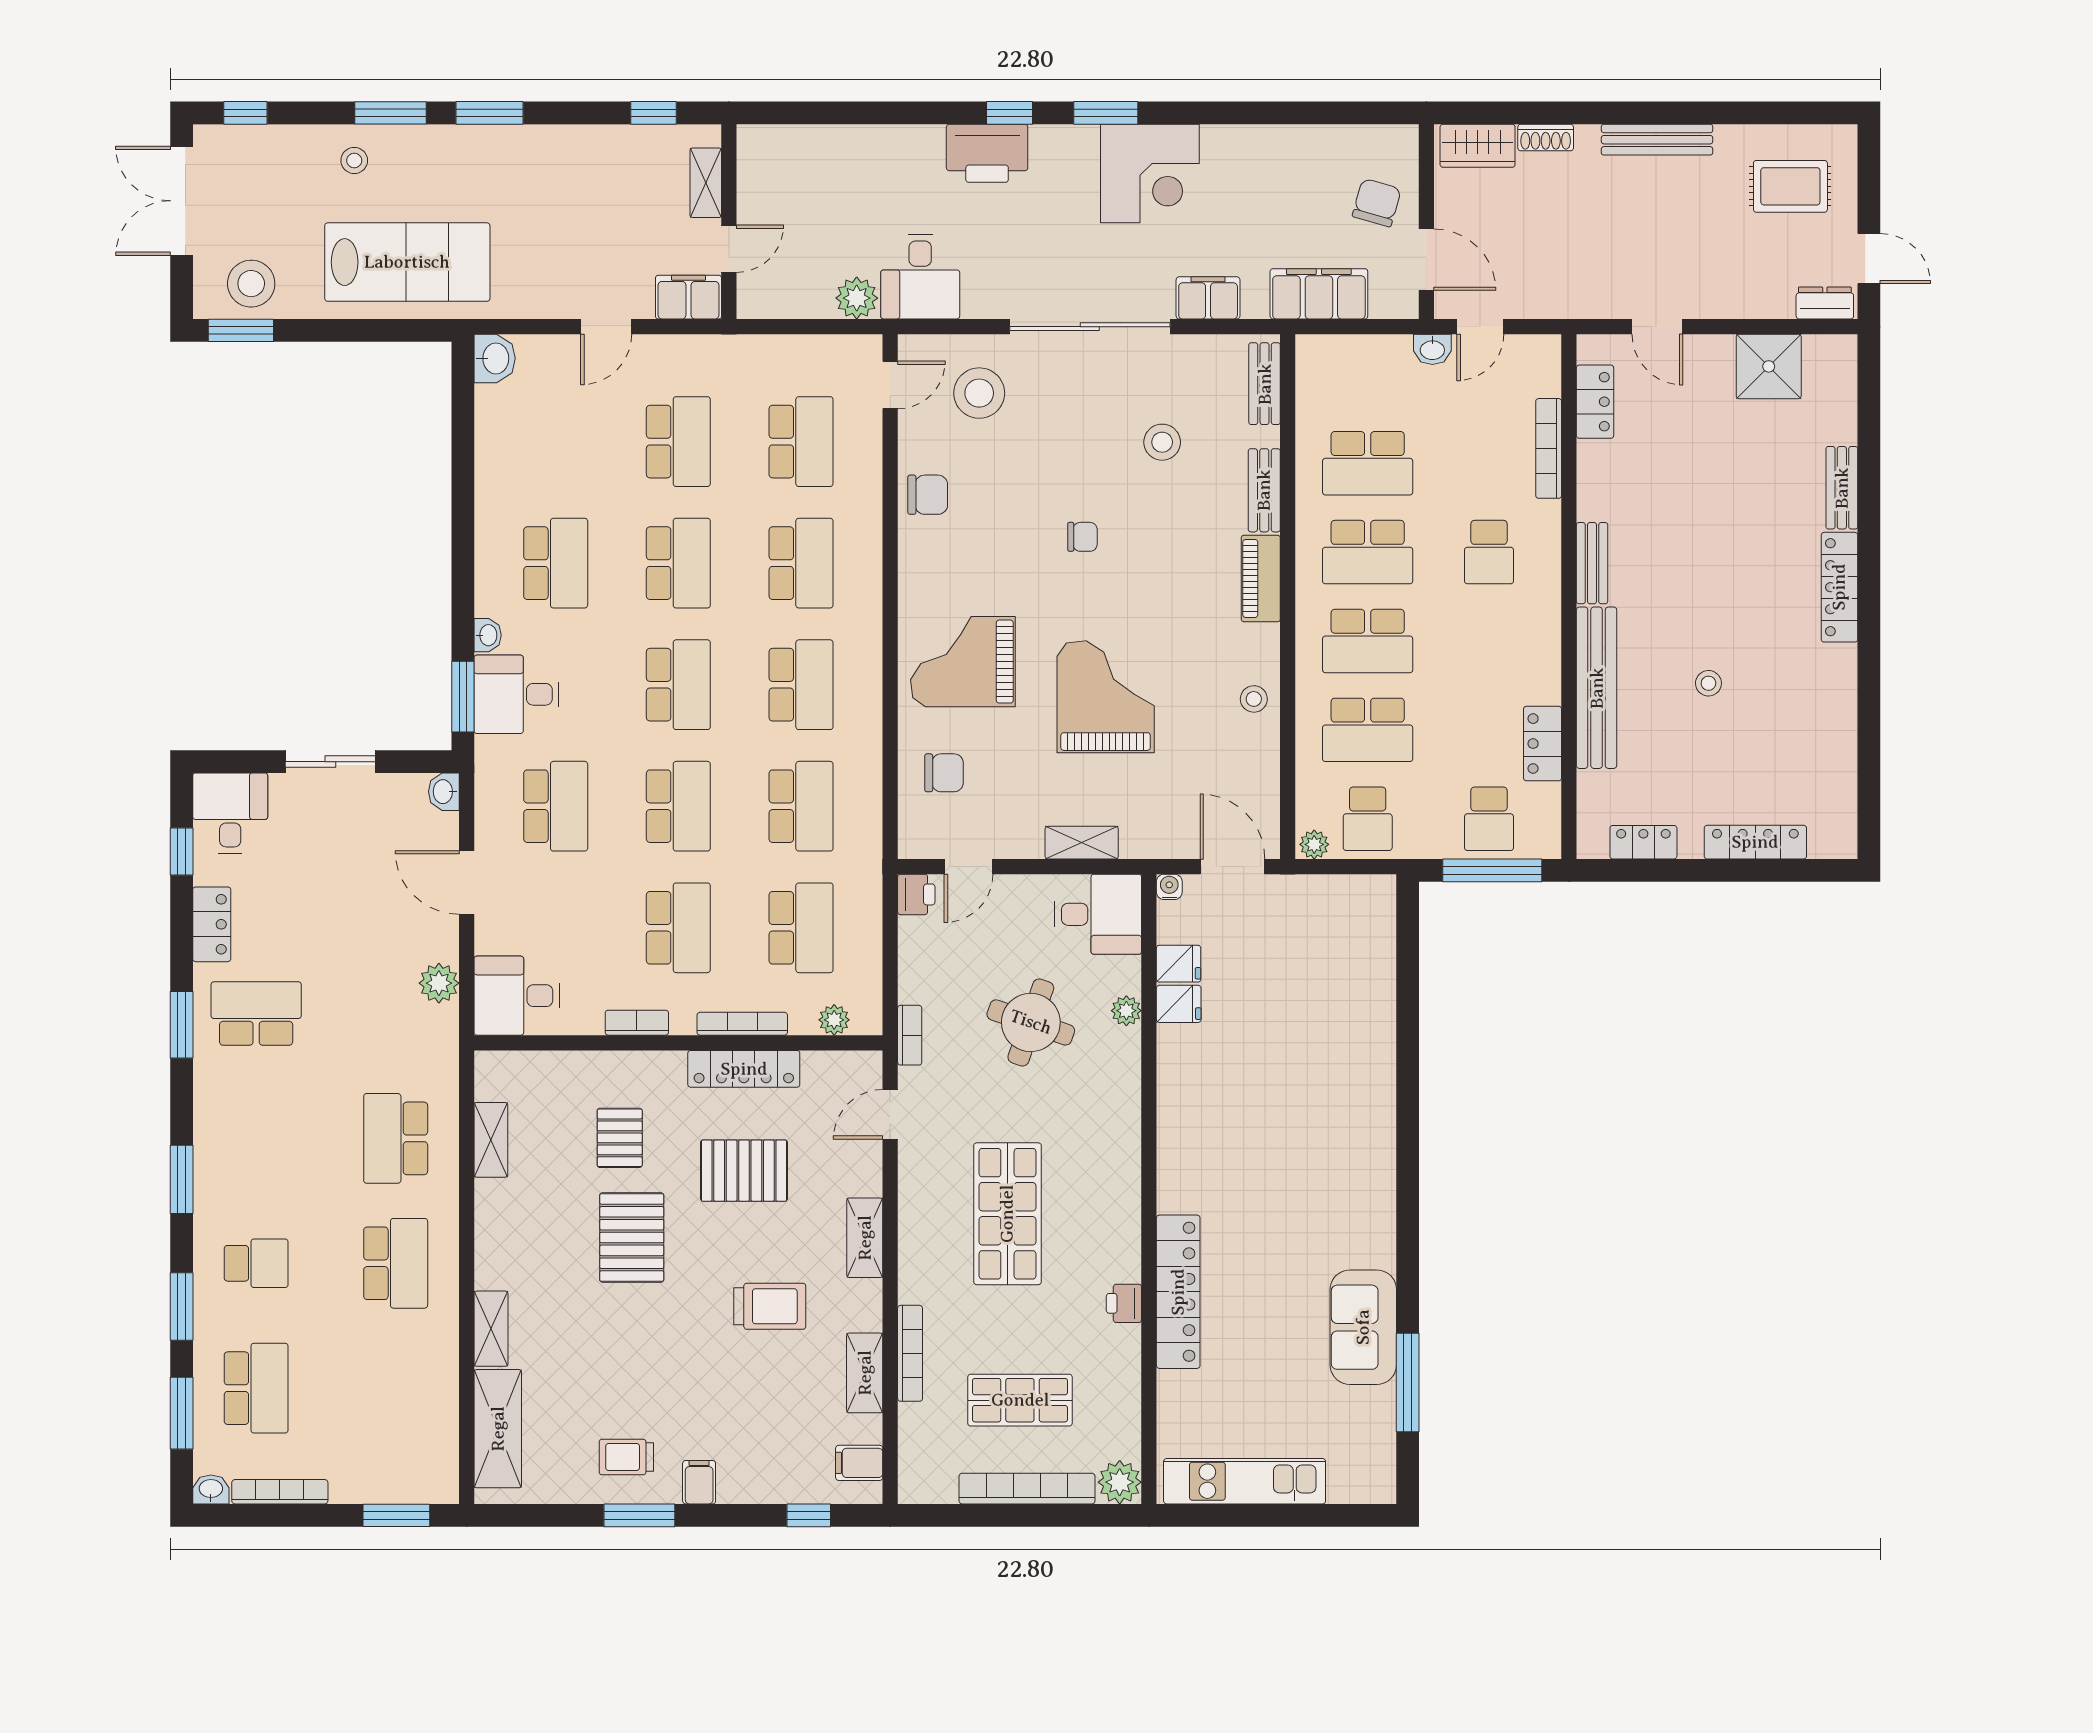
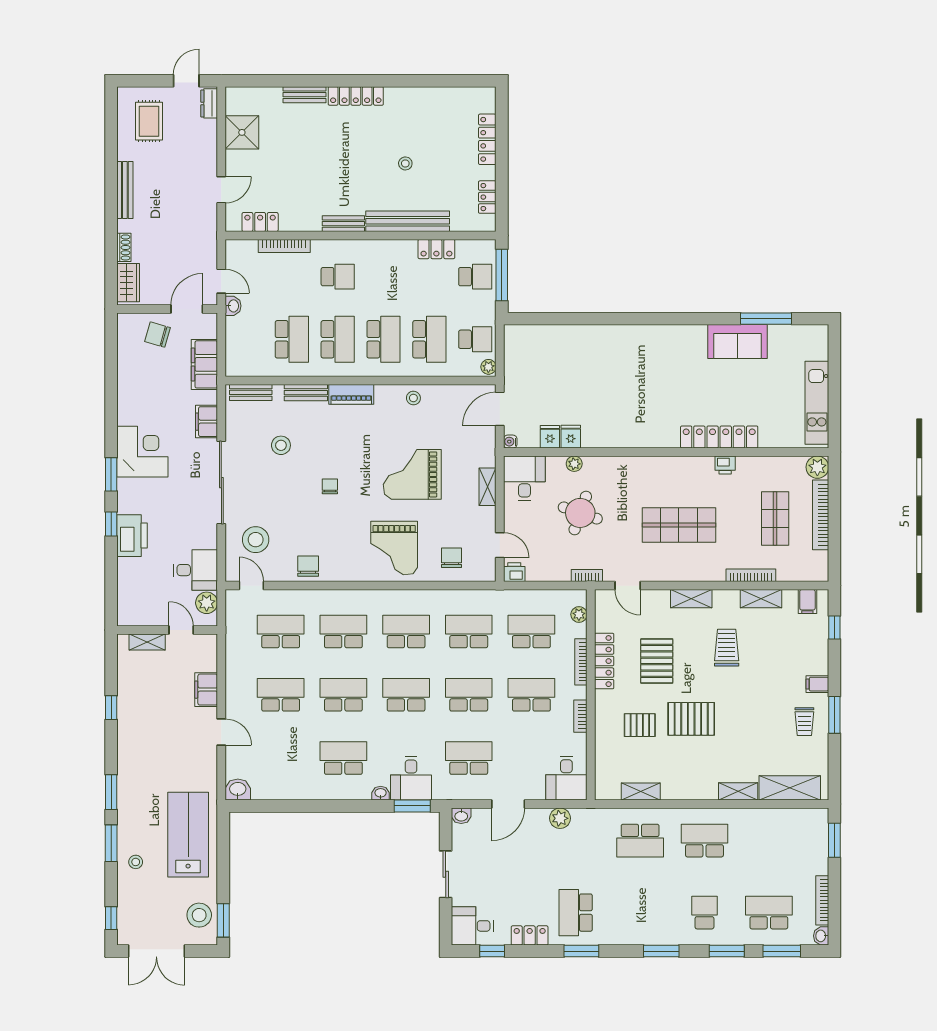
shelving: (706, 183) -> (147, 642), moved
wall: (729, 222) -> (167, 630), moved
door: (729, 249) -> (181, 630), moved

